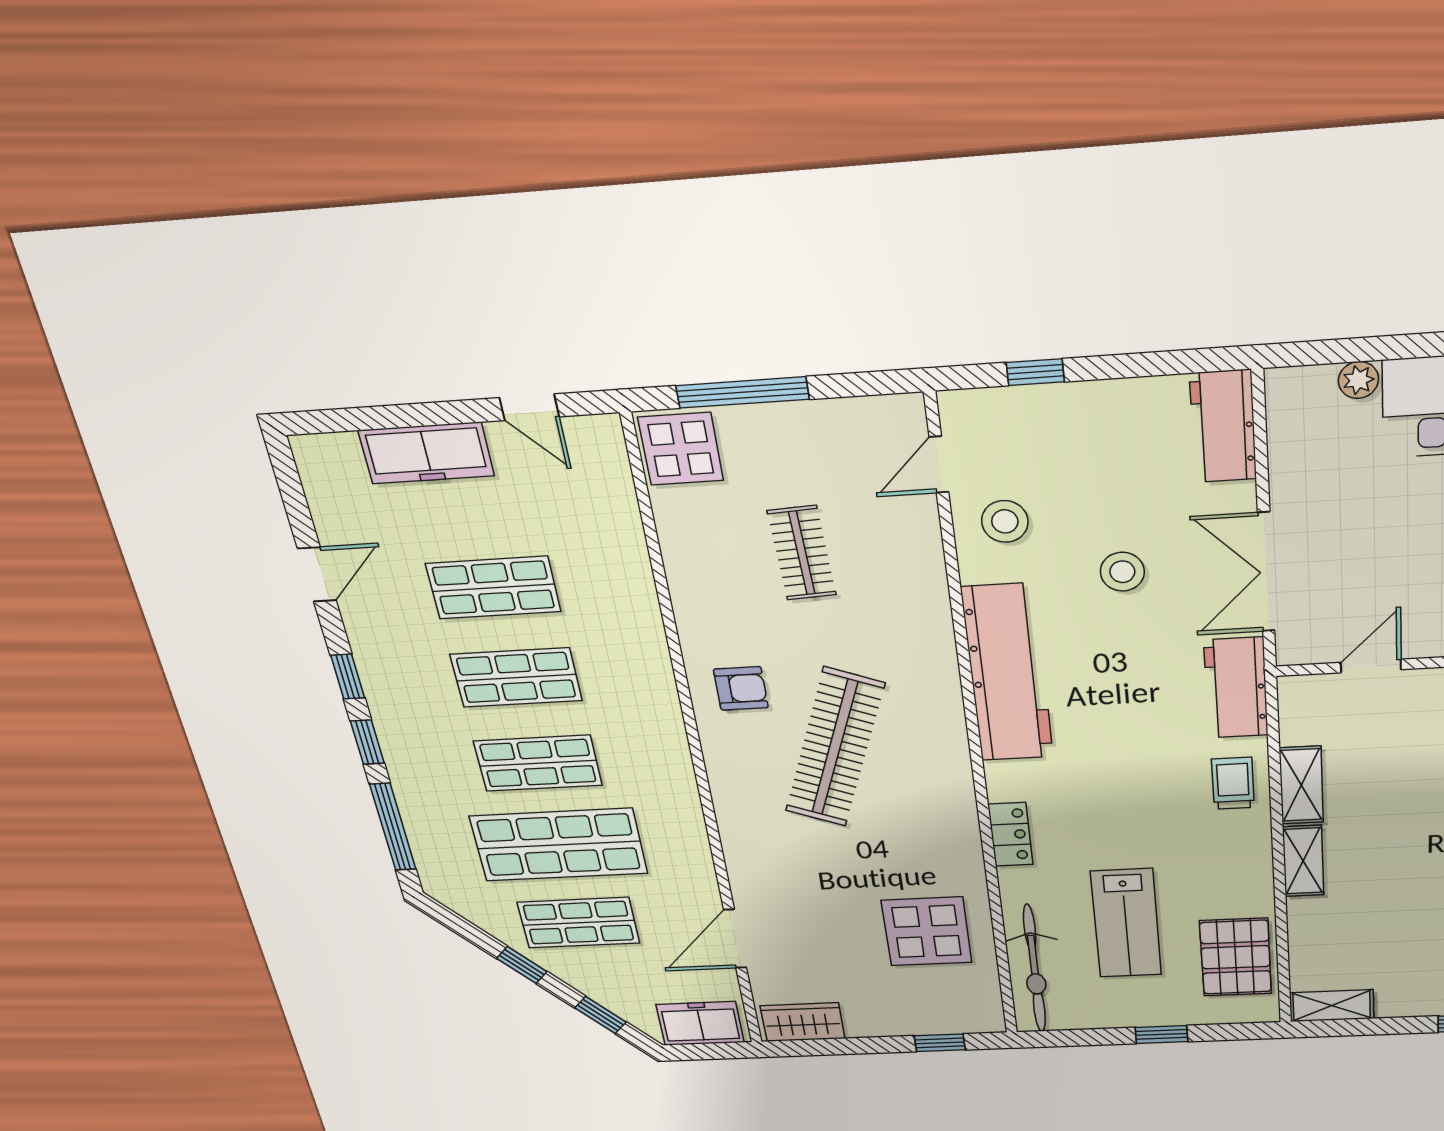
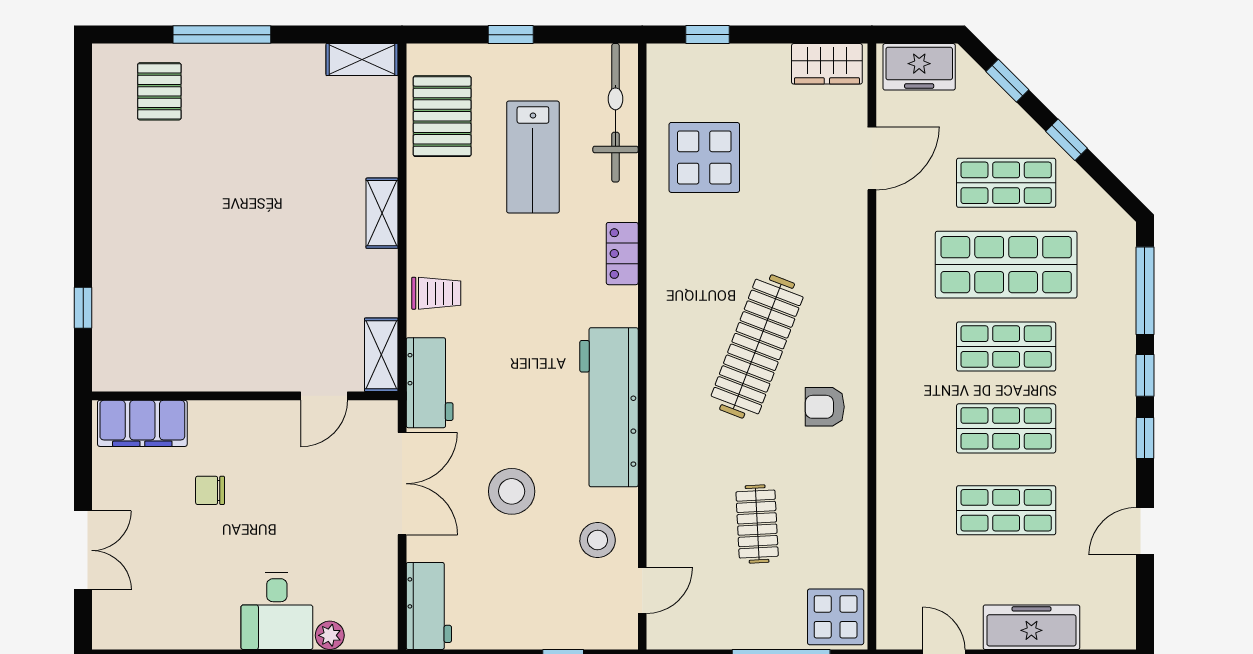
stool: (1122, 572) -> (512, 491), width x1.38, depth x1.38
trolley: (1233, 783) -> (436, 293), turned -90
shelving: (1301, 785) -> (381, 355), moved
lab bench: (1126, 923) -> (533, 157), turned 180

